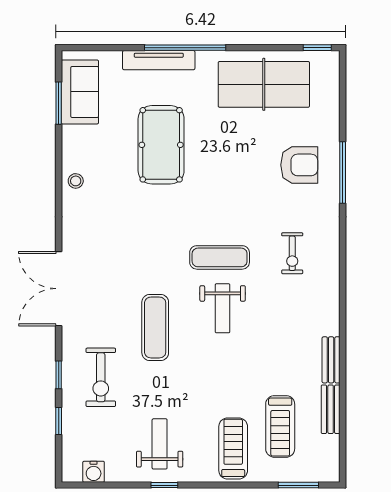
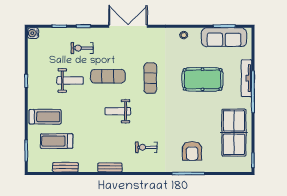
sofa: (80, 92) -> (224, 37), width x1.36
exercise mat: (220, 257) -> (150, 78), moved
bench: (331, 360) -> (110, 167), moved
exercise bike: (101, 377) -> (82, 48), width x0.73, depth x0.72
weight bench: (160, 444) -> (70, 80), moved
water cooler: (94, 472) -> (33, 33), moved

